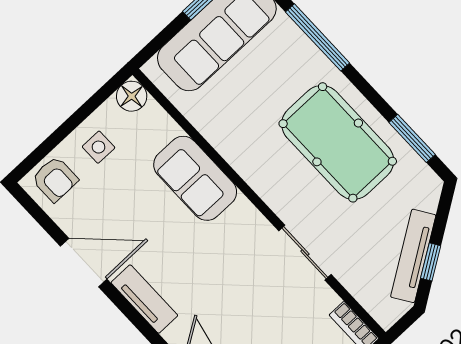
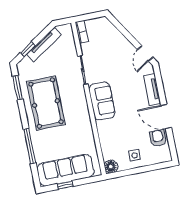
sofa: (195, 178) -> (102, 101), moved
armchair: (55, 179) -> (158, 138), moved
window: (431, 262) -> (28, 49), moved

